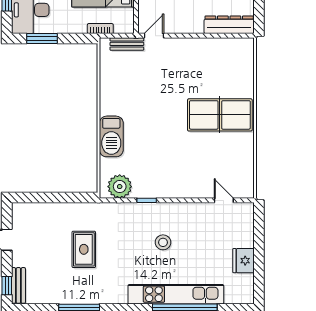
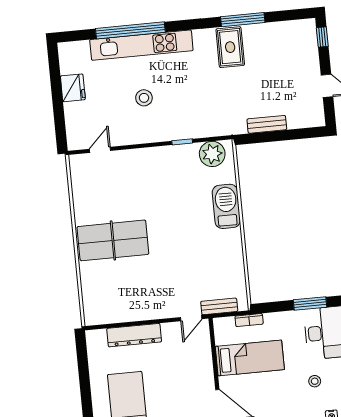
dresser: (229, 25) -> (134, 335), moved
door: (224, 200) -> (100, 150), swing flipped
stool: (163, 242) -> (144, 98), moved
rug: (84, 249) -> (230, 47), moved
bench: (18, 285) -> (267, 124), moved, turned 90

